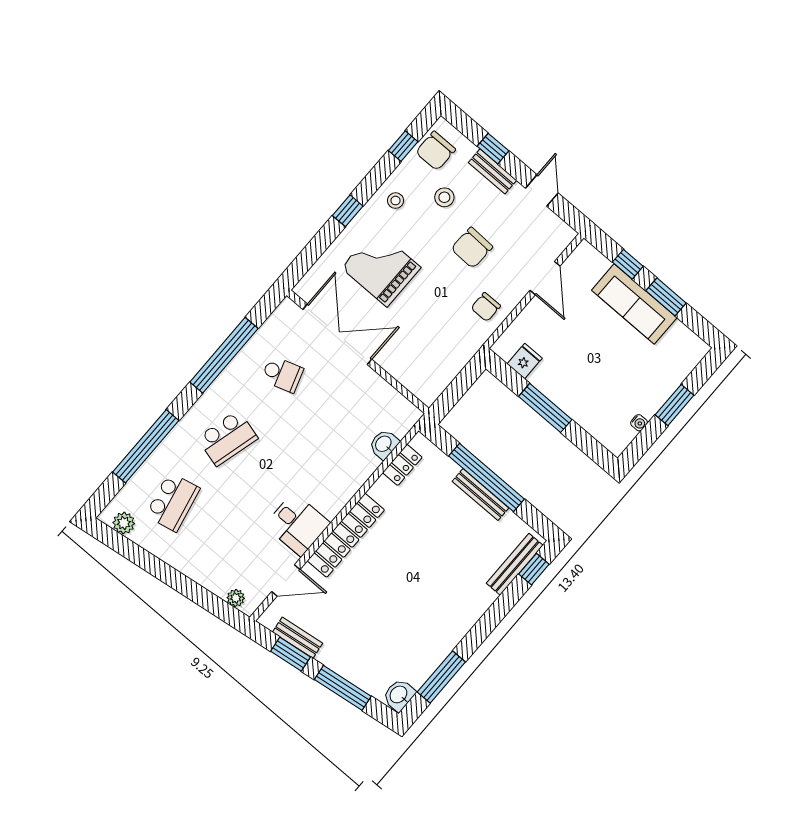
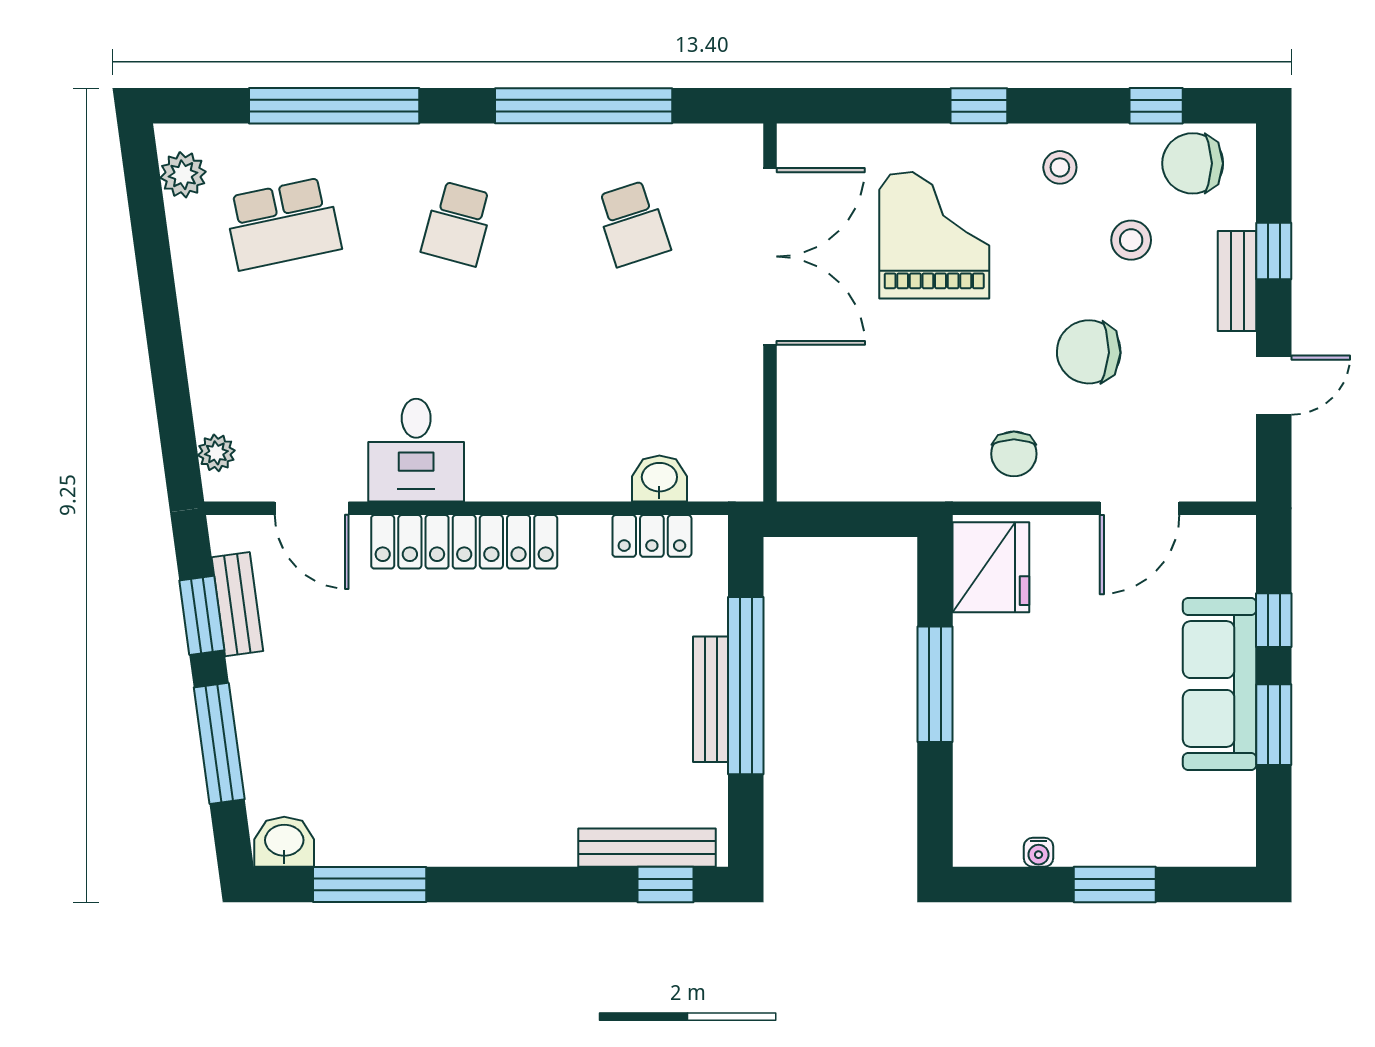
chair: (486, 307) -> (1014, 454), turned -90
fridge: (525, 361) -> (991, 567), width x1.88, depth x1.34
school desk: (228, 438) -> (458, 224), width x0.54

